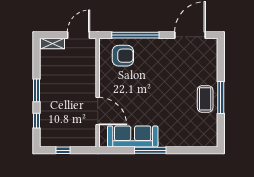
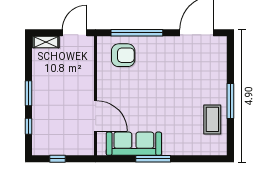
coffee table: (205, 99) -> (212, 119), moved

